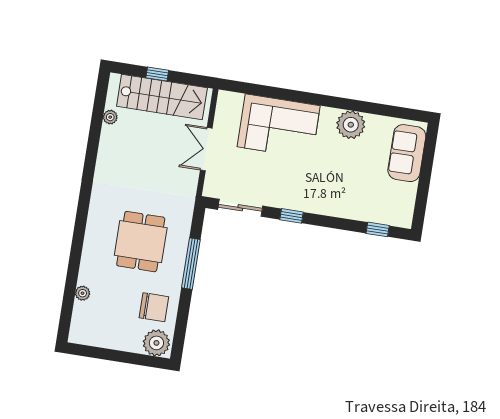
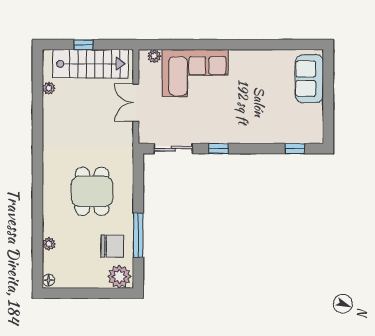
plant: (351, 125) -> (154, 56), moved, width x0.53, depth x0.53
window: (191, 264) -> (138, 235), moved
floor lamp: (76, 334) -> (48, 280), added

